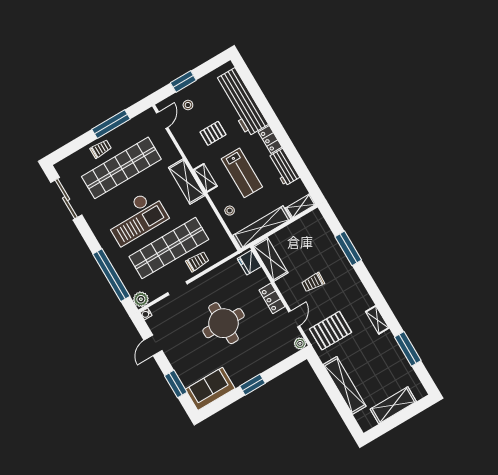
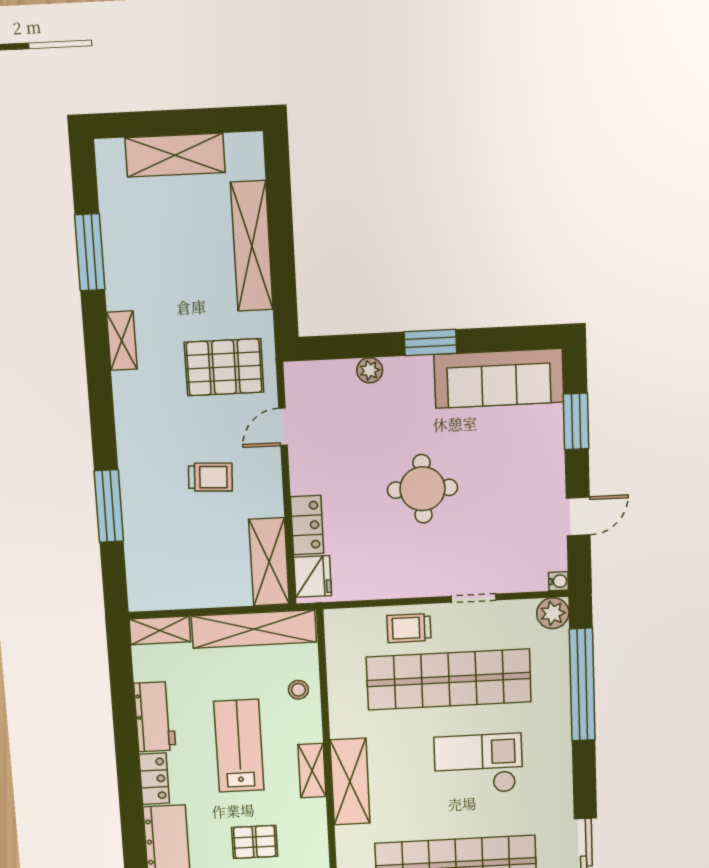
checkout: (136, 218) -> (478, 764), width x0.73, depth x0.83
locker: (272, 298) -> (307, 525), moved
round table: (223, 323) -> (422, 489), width x0.73, depth x0.73
plant: (300, 343) -> (370, 370), moved
sofa: (210, 389) -> (499, 378), width x1.36

